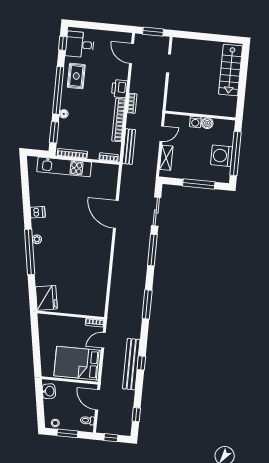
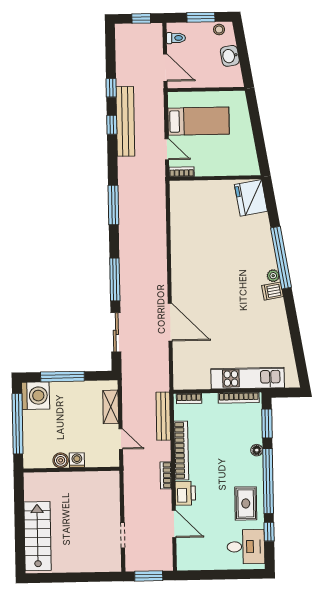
window: (63, 43) -> (269, 532), moved
door: (132, 54) -> (174, 524), moved
door: (162, 134) -> (121, 439), swing flipped
washing machine: (222, 156) -> (36, 396), moved
dishwasher: (38, 212) -> (272, 291), moved
door: (103, 340) -> (167, 149), hinge flipped
bed: (77, 363) -> (199, 121), width x0.67
washbasin: (49, 391) -> (230, 56), moved
window: (136, 415) -> (111, 88), moved

